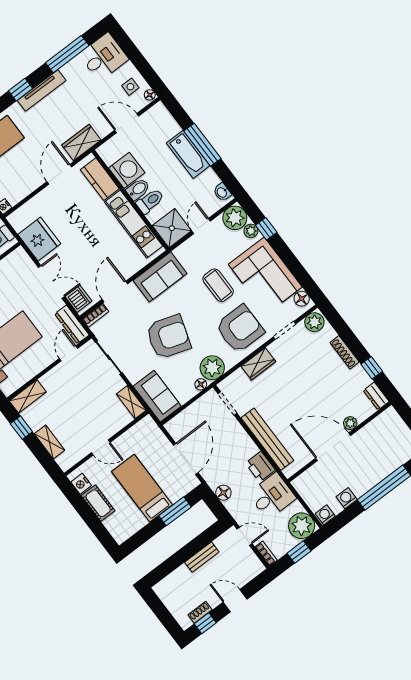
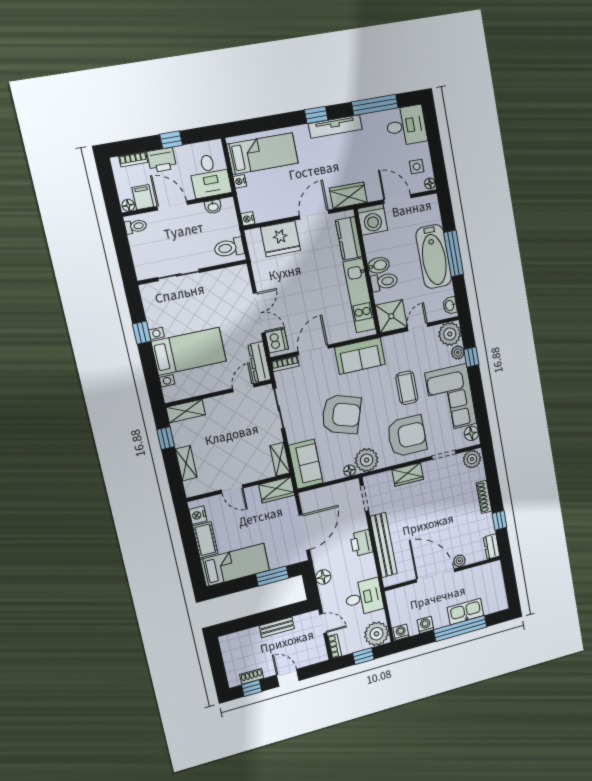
bathtub: (188, 154) -> (434, 257), width x1.36, depth x1.36
washing machine: (127, 170) -> (373, 220), moved, turned 90
fridge: (39, 239) -> (281, 239), moved, turned 90
wardrobe: (141, 431) -> (277, 490), added
printer: (260, 467) -> (362, 543), moved
kitchen sink: (381, 469) -> (466, 612), added
bed: (142, 488) -> (235, 565), moved, turned 90

